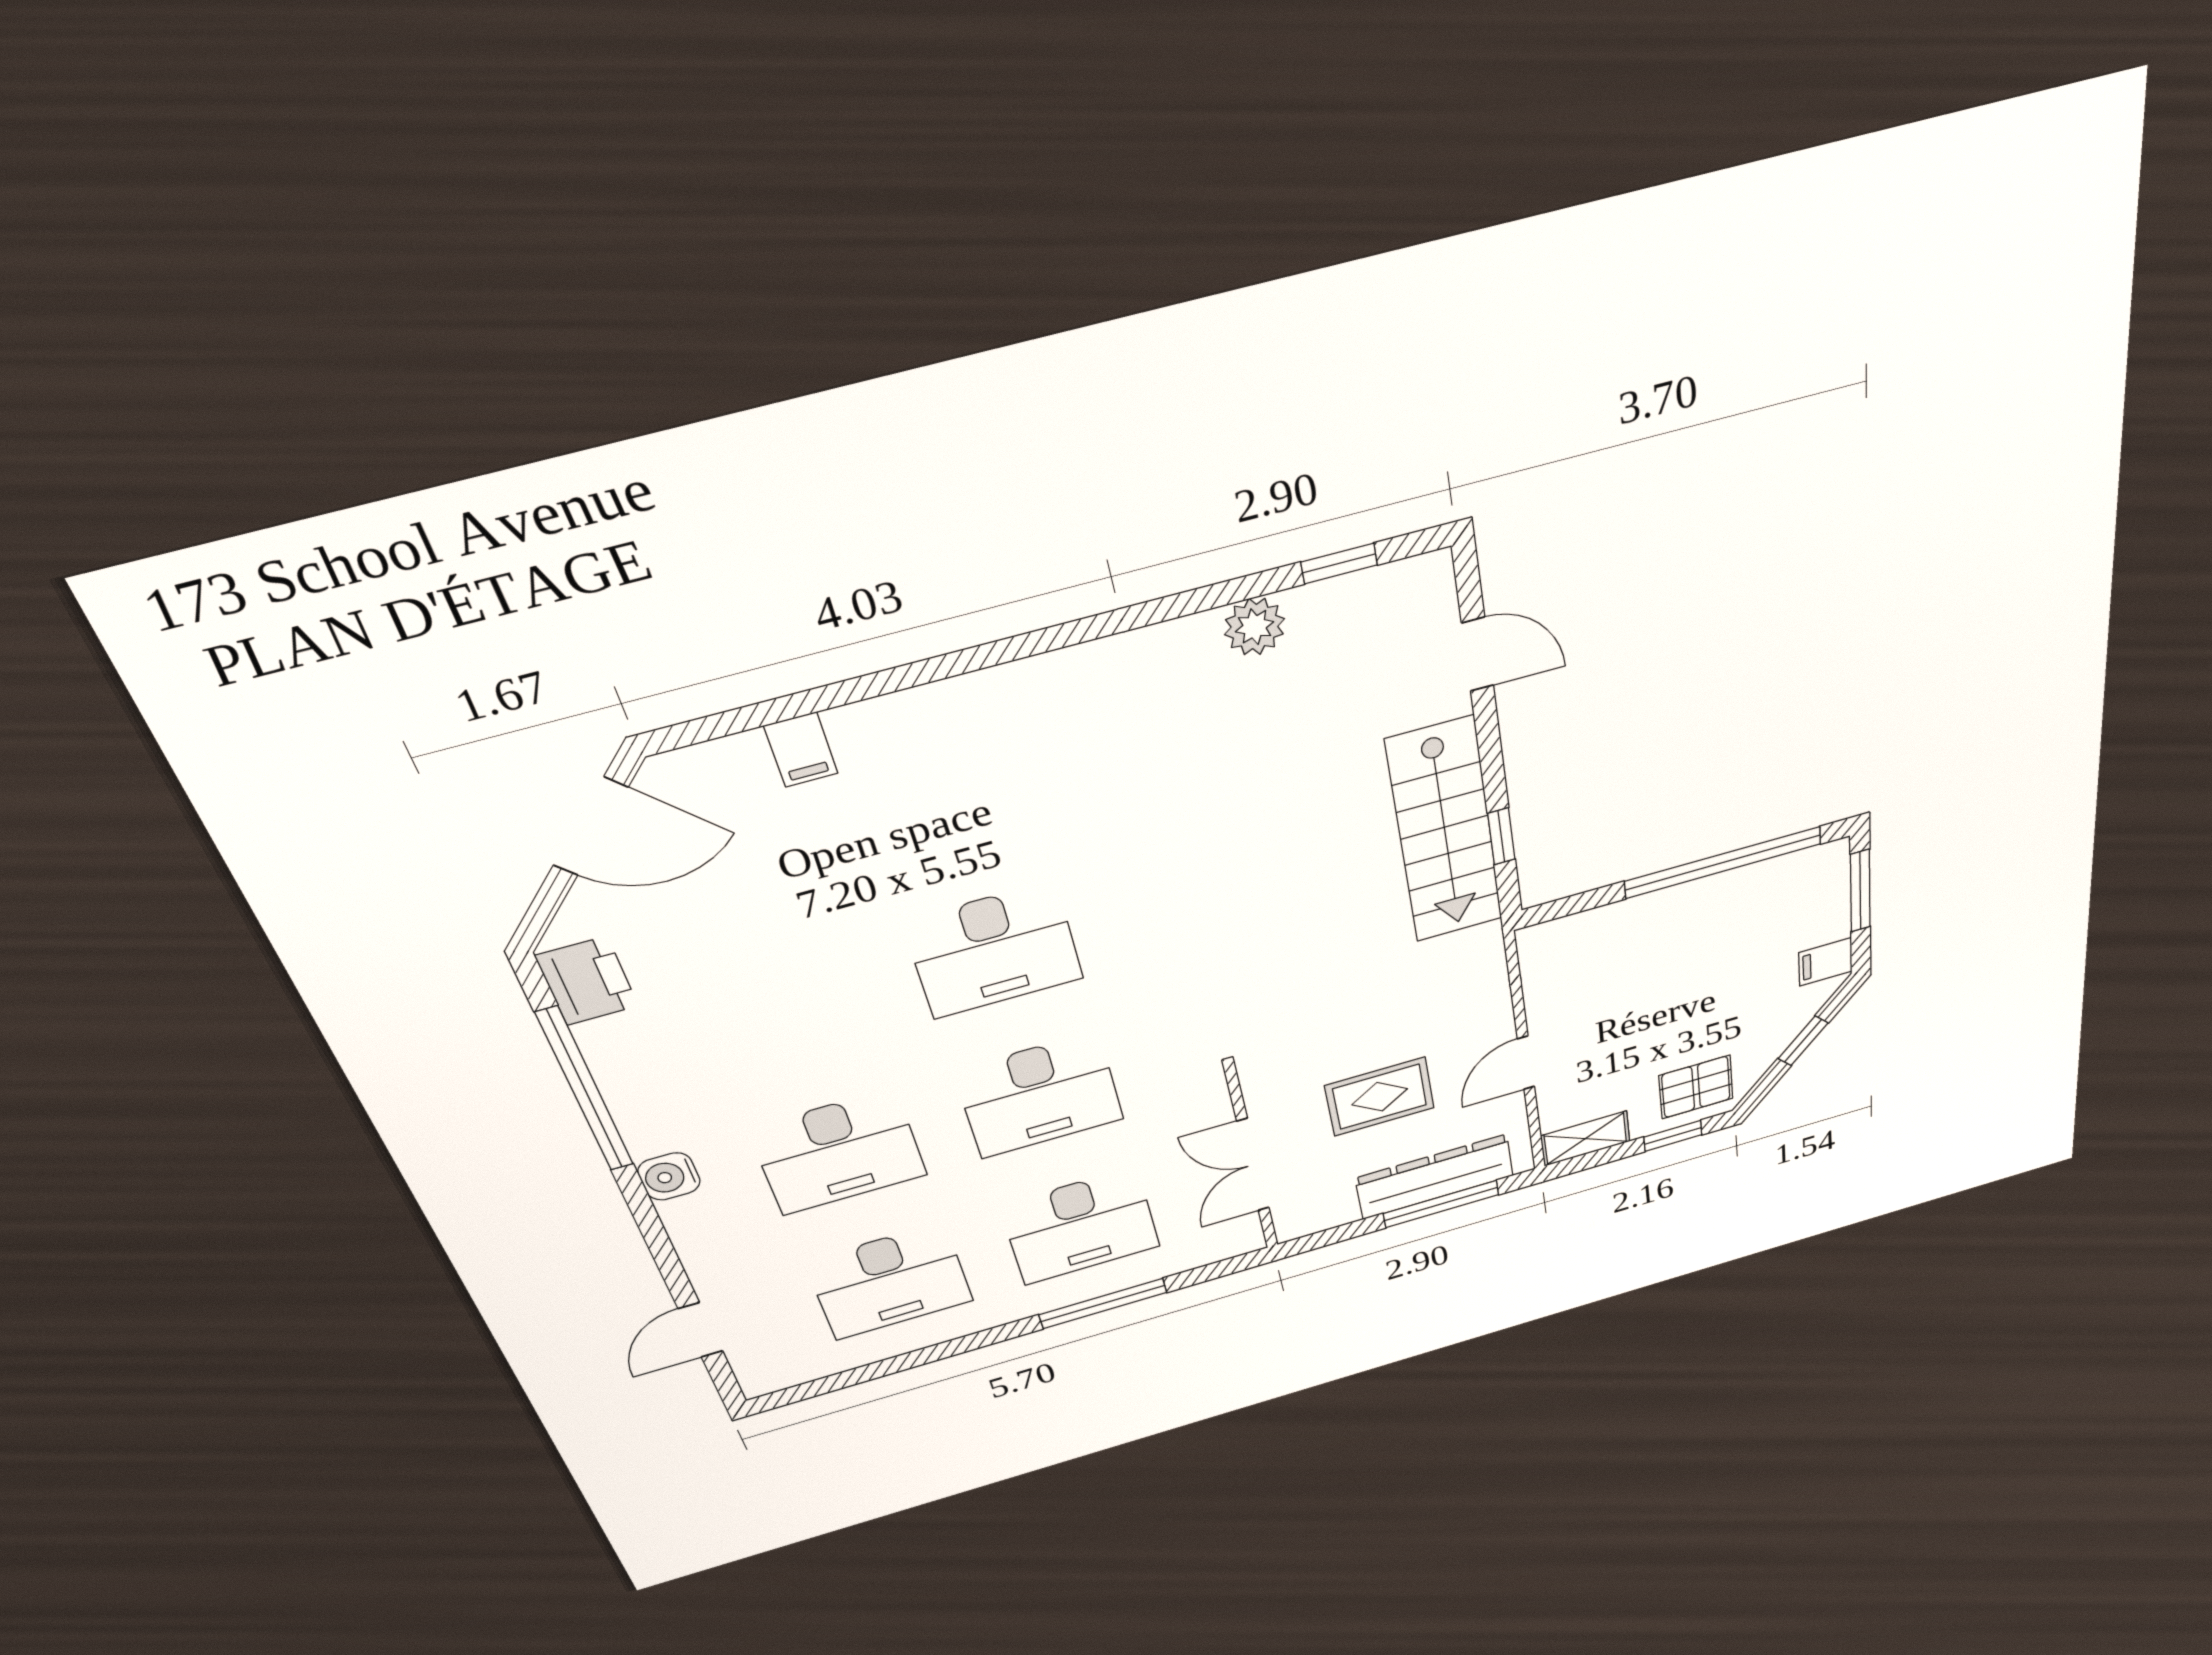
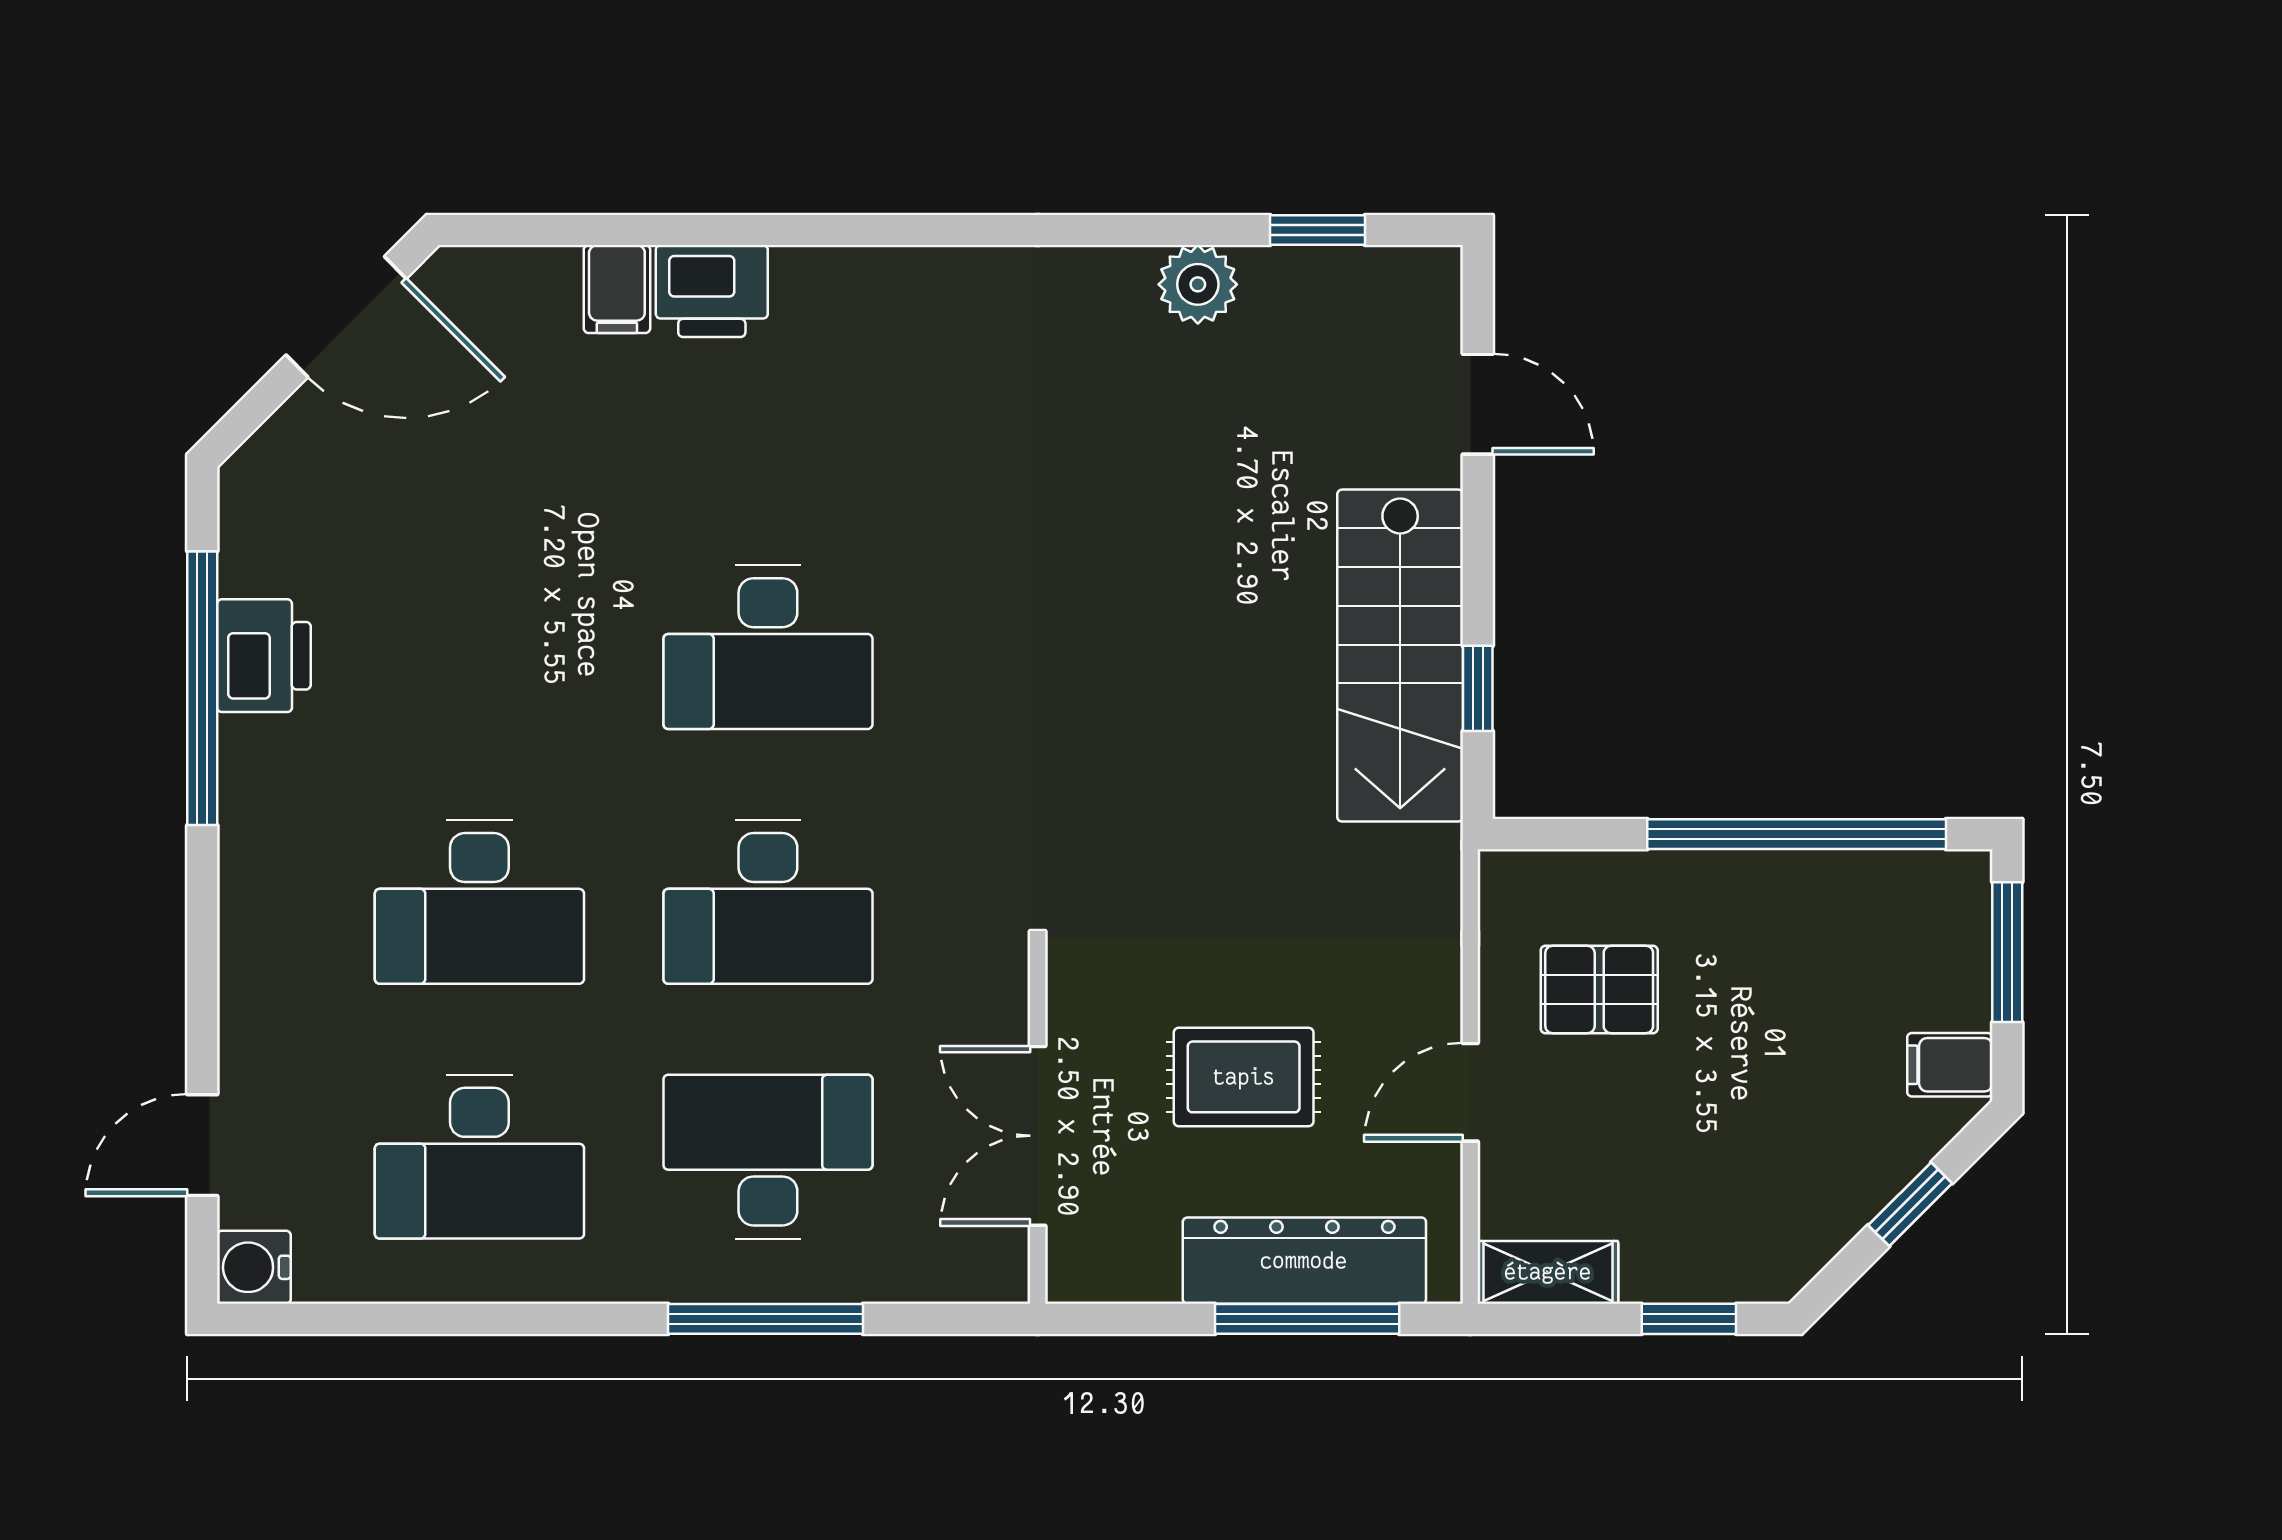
printer: (877, 731) -> (712, 291), added
printer: (587, 981) -> (264, 656), moved
pallet: (1696, 1087) -> (1599, 990), moved
water cooler: (669, 1176) -> (254, 1267), moved
desk: (1080, 1226) -> (768, 1157), turned 180

